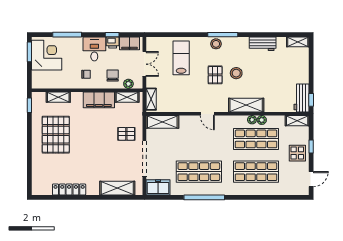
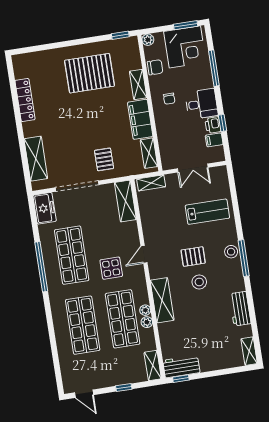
filing cabinet: (129, 43) -> (214, 140), width x0.50
chair: (113, 76) -> (155, 67), moved
plant: (128, 84) -> (148, 40), moved
shelving: (58, 97) -> (138, 84), moved
display table: (297, 153) -> (111, 268), moved

